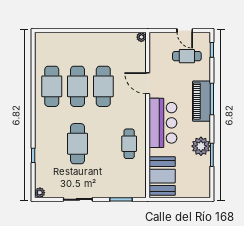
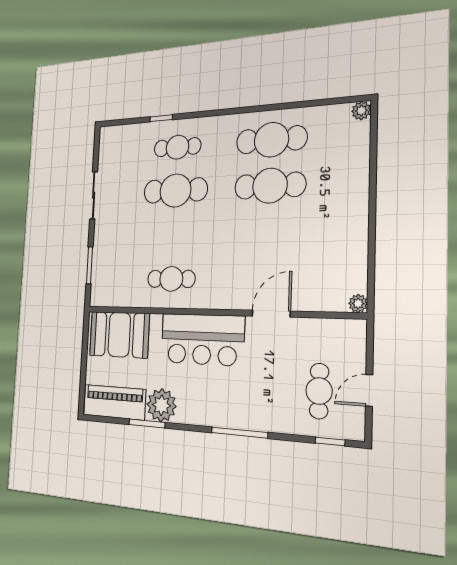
cafe table: (103, 86) -> (177, 147), moved, width x0.73, depth x0.74
piano: (202, 101) -> (114, 402), moved
plant: (40, 193) -> (361, 111), moved

